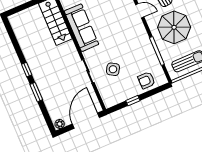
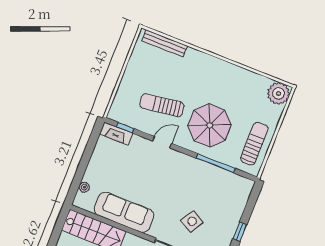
armchair: (146, 80) -> (233, 200), removed

